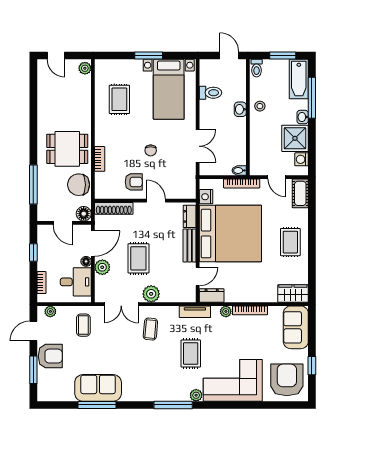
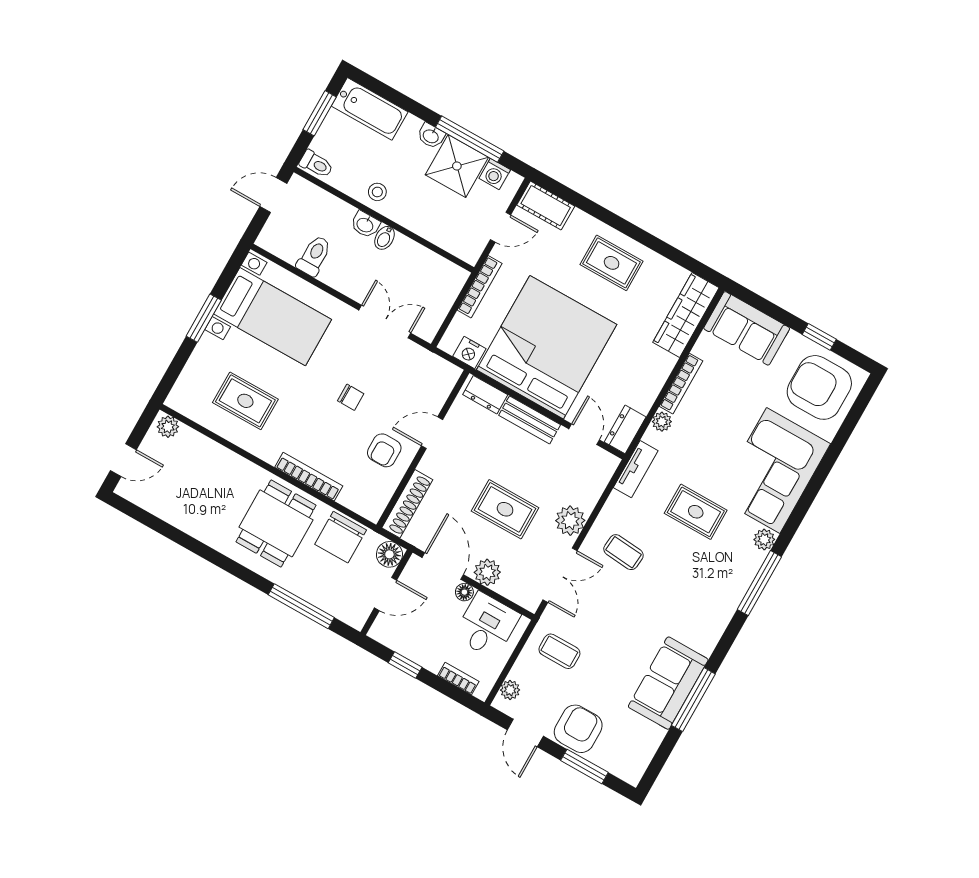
window: (312, 98) -> (470, 139), moved
bookcase: (100, 159) -> (309, 477), width x1.56
bidet: (239, 170) -> (385, 238), moved
armchair: (134, 182) -> (384, 450), turned 180
wardrobe: (293, 293) -> (686, 315), width x1.50

